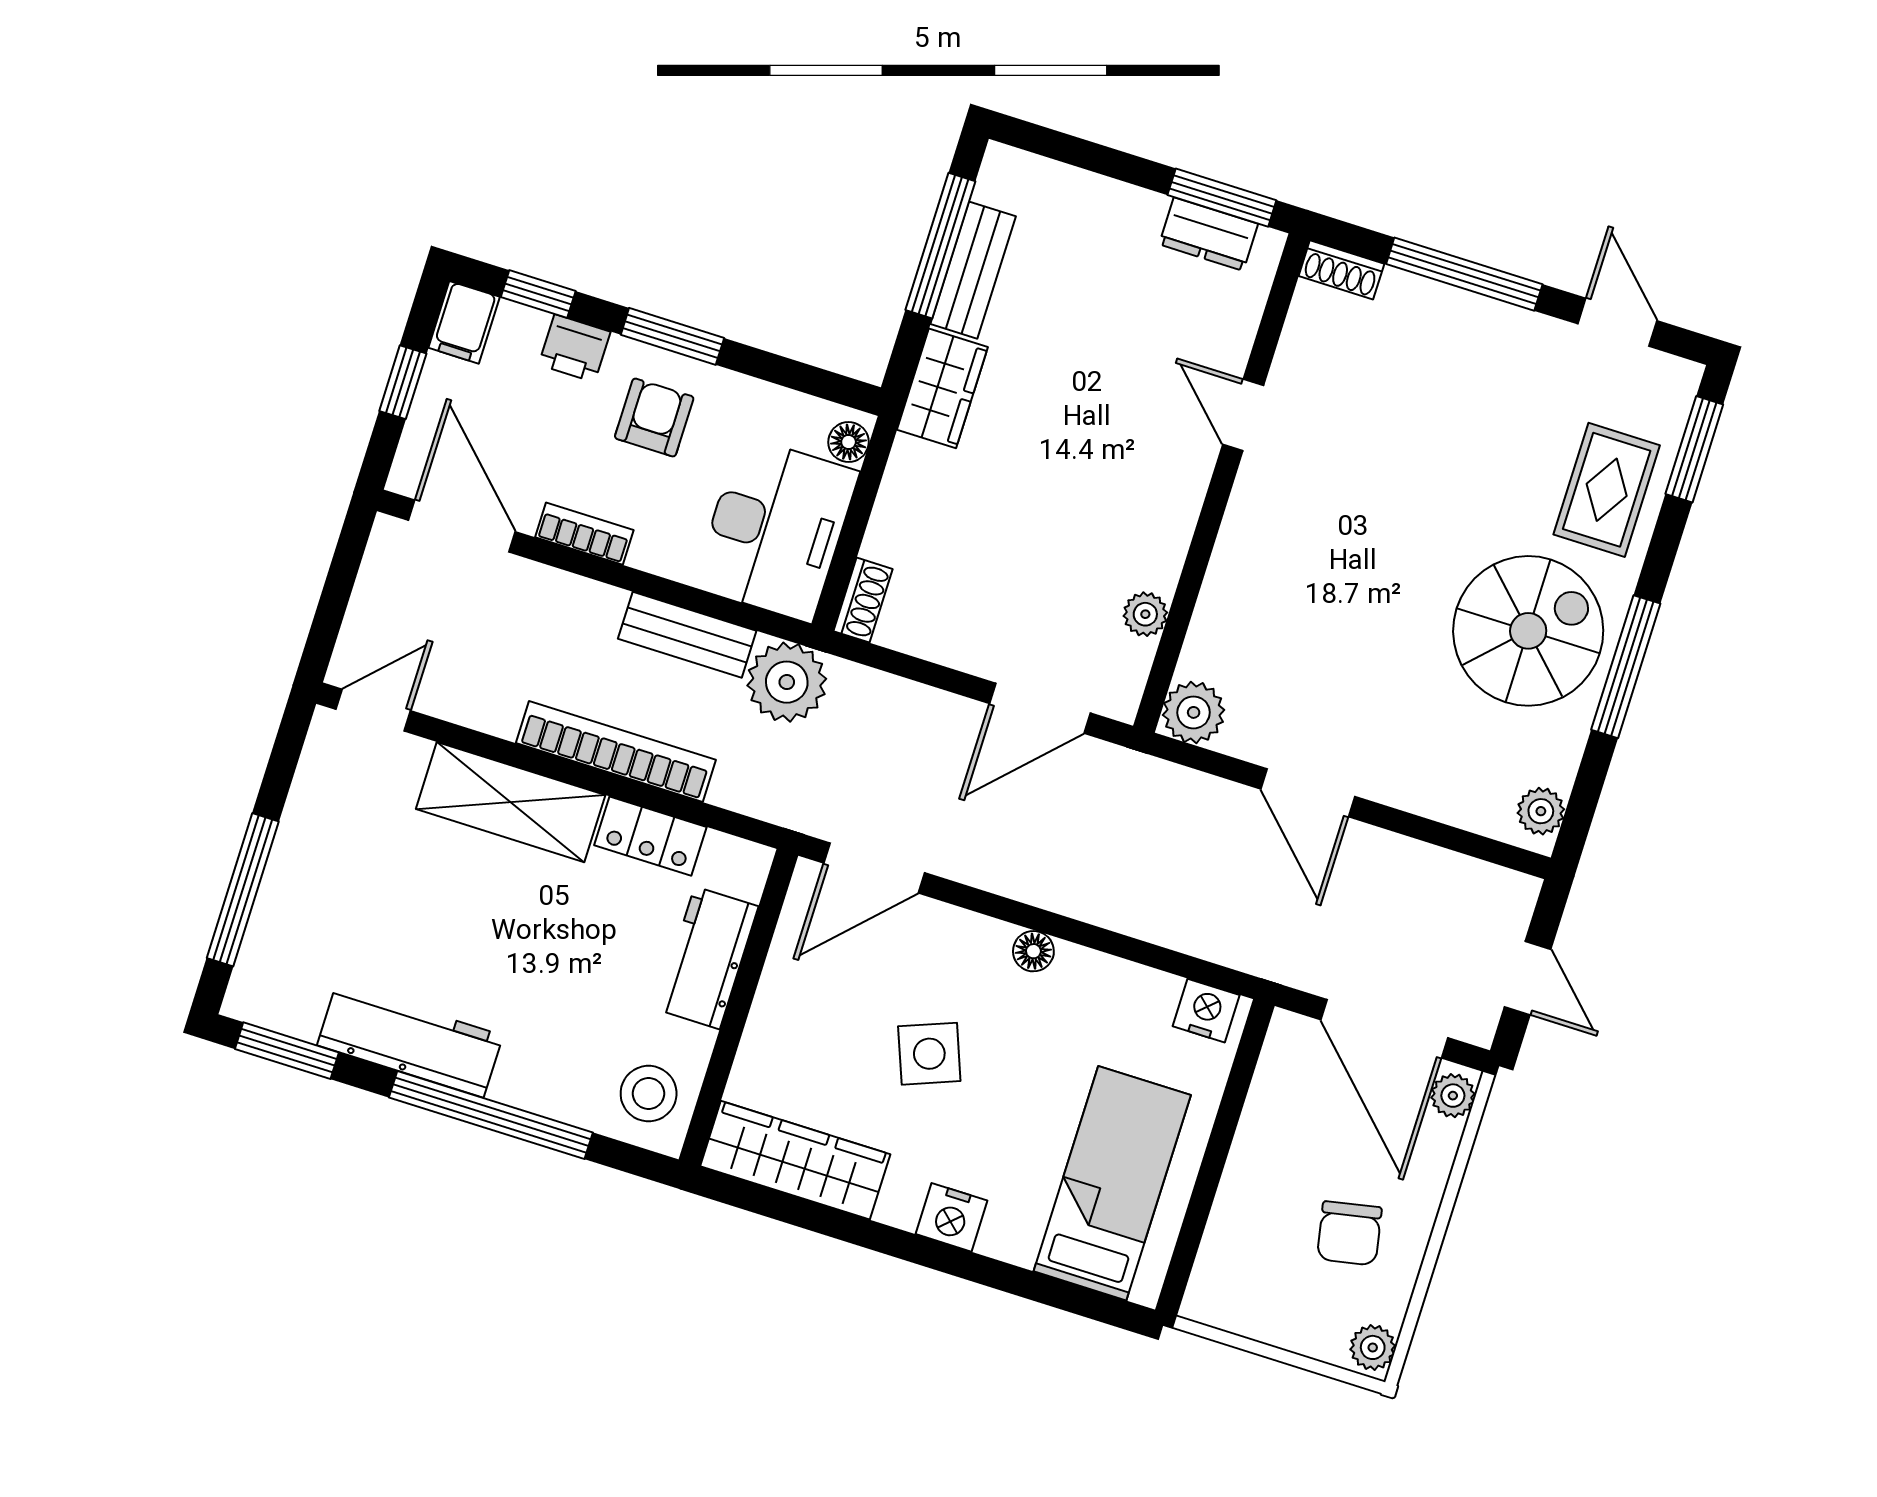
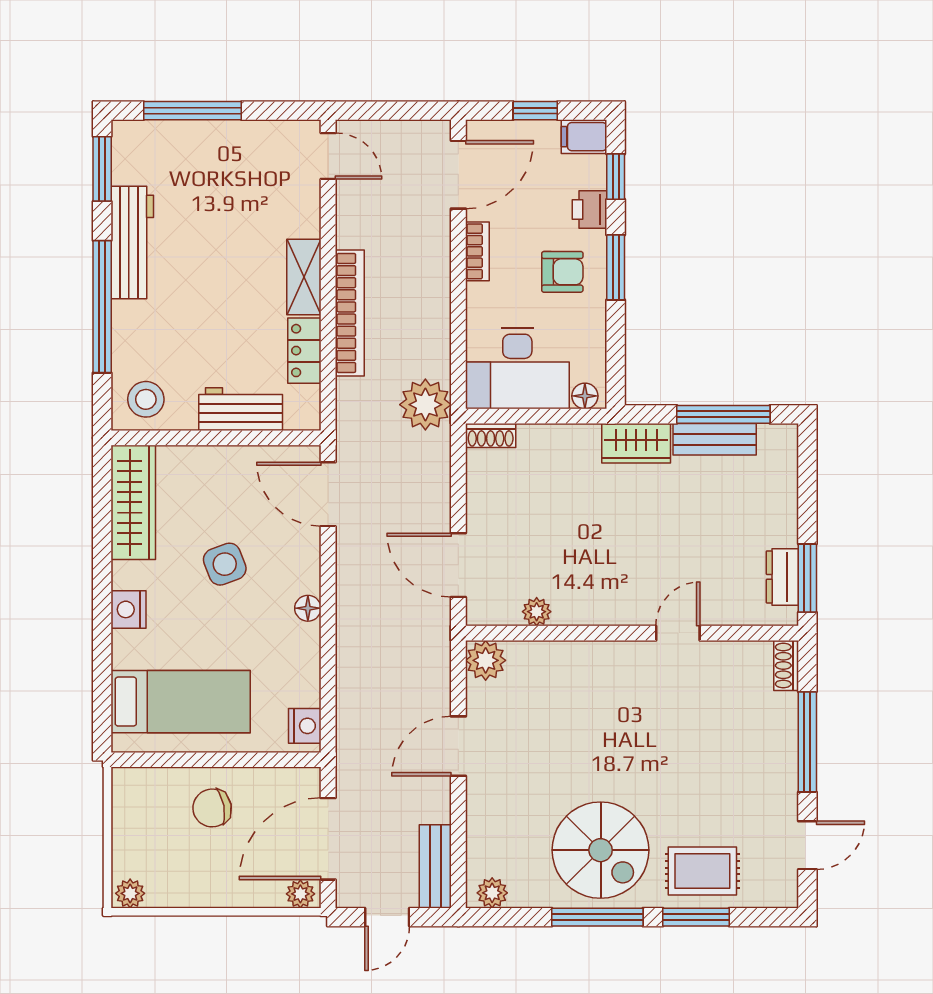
window: (1694, 449) -> (696, 917), moved
bench: (687, 635) -> (435, 866), moved
shelving: (511, 802) -> (304, 277), width x0.67, depth x0.75
chair: (1349, 1233) -> (212, 808), moved

